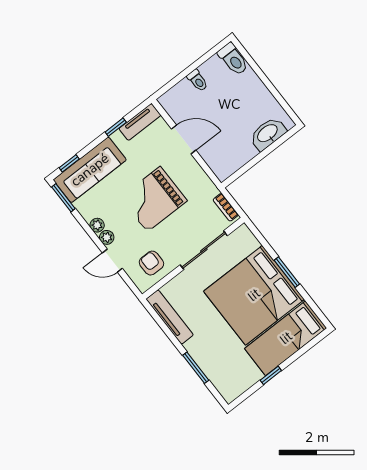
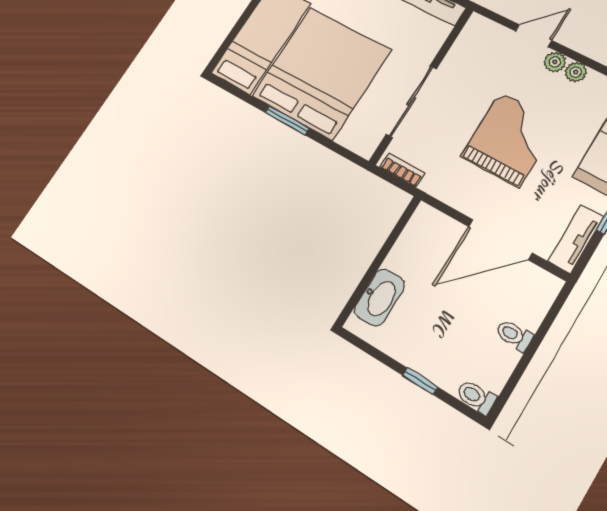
toilet: (233, 59) -> (476, 397), width x0.73, depth x0.72
window: (261, 75) -> (420, 381), added
door: (184, 140) -> (500, 240), width x1.36
armchair: (151, 263) -> (477, 55), removed

